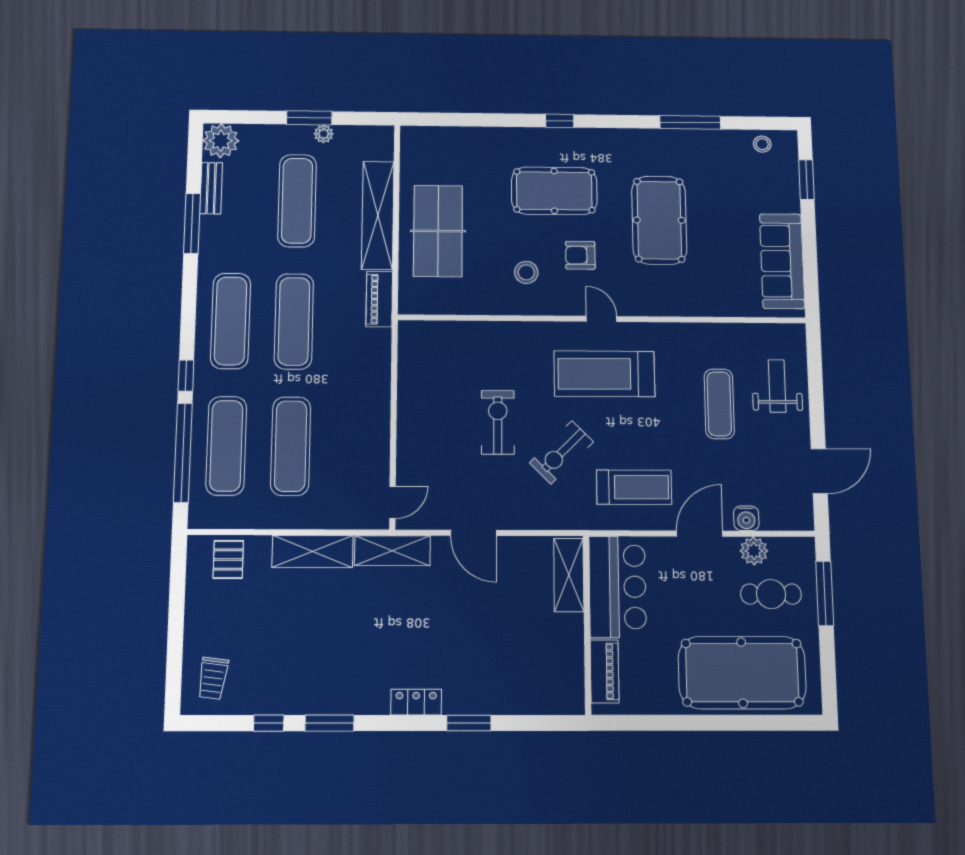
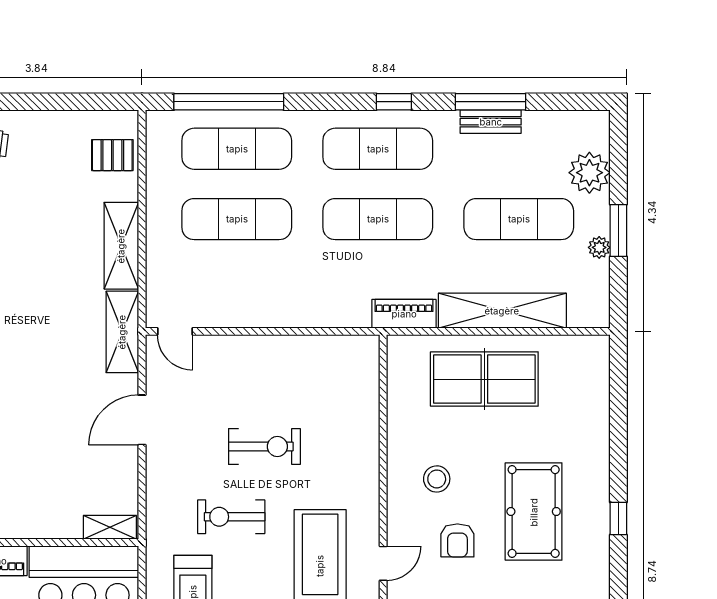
plant: (221, 141) -> (589, 173), moved
bench: (211, 188) -> (491, 122), moved
armchair: (580, 255) -> (457, 540), turned 180
window: (186, 376) -> (394, 102), moved
exercise bike: (561, 452) -> (231, 517), turned -45
shelving: (569, 575) -> (110, 527), width x0.67, depth x0.75

